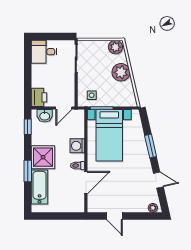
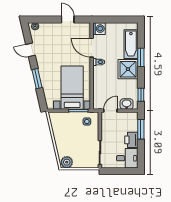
plant: (121, 72) -> (62, 141), removed
window: (28, 86) -> (141, 129), added
printer: (39, 97) -> (131, 140), moved
washing machine: (77, 146) -> (99, 29), moved
door: (86, 183) -> (92, 48), hinge flipped

